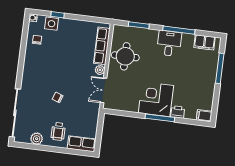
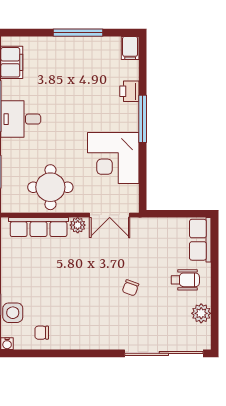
window: (220, 68) -> (78, 33), moved
corner desk: (156, 99) -> (113, 158), moved

